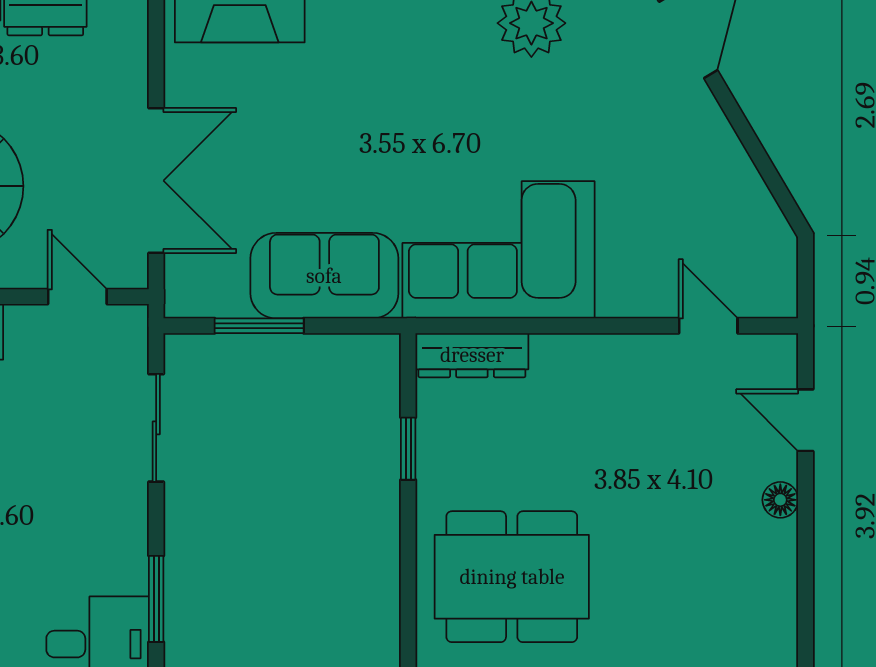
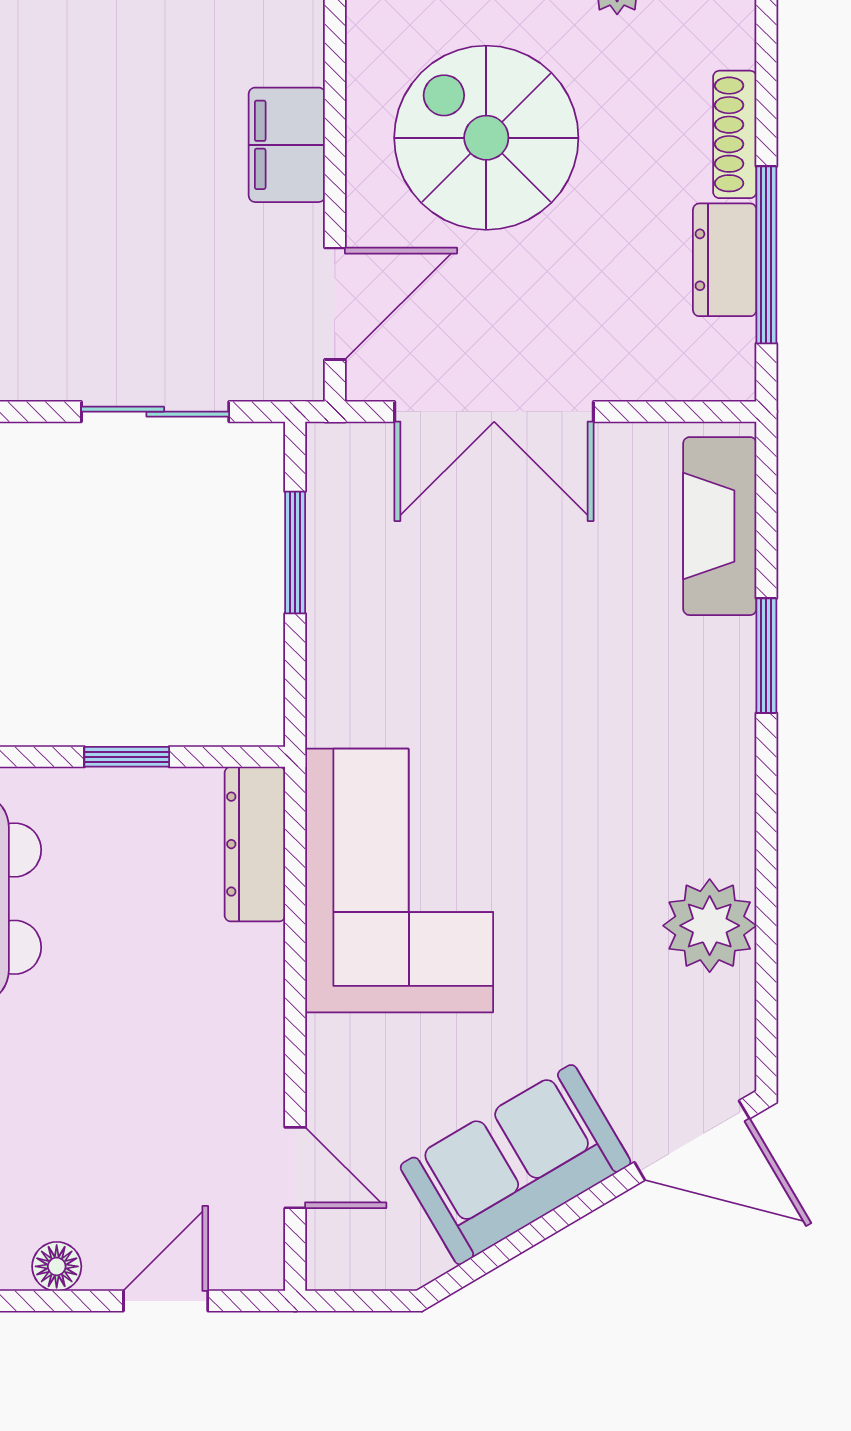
sofa: (324, 276) -> (516, 1165), moved, turned -120
door: (77, 297) -> (335, 304), width x1.38
door: (708, 326) -> (295, 1168), hinge flipped

